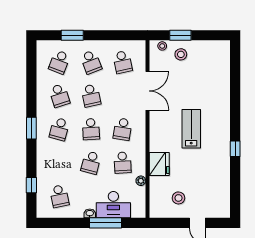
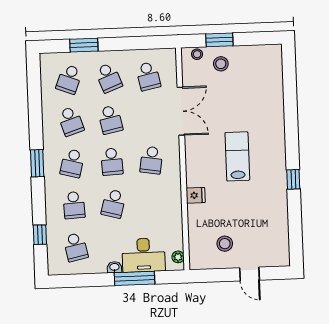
school desk: (123, 163) -> (74, 205), moved
fridge: (159, 164) -> (196, 195), width x0.53, depth x0.75
plant: (141, 181) -> (178, 257), moved

